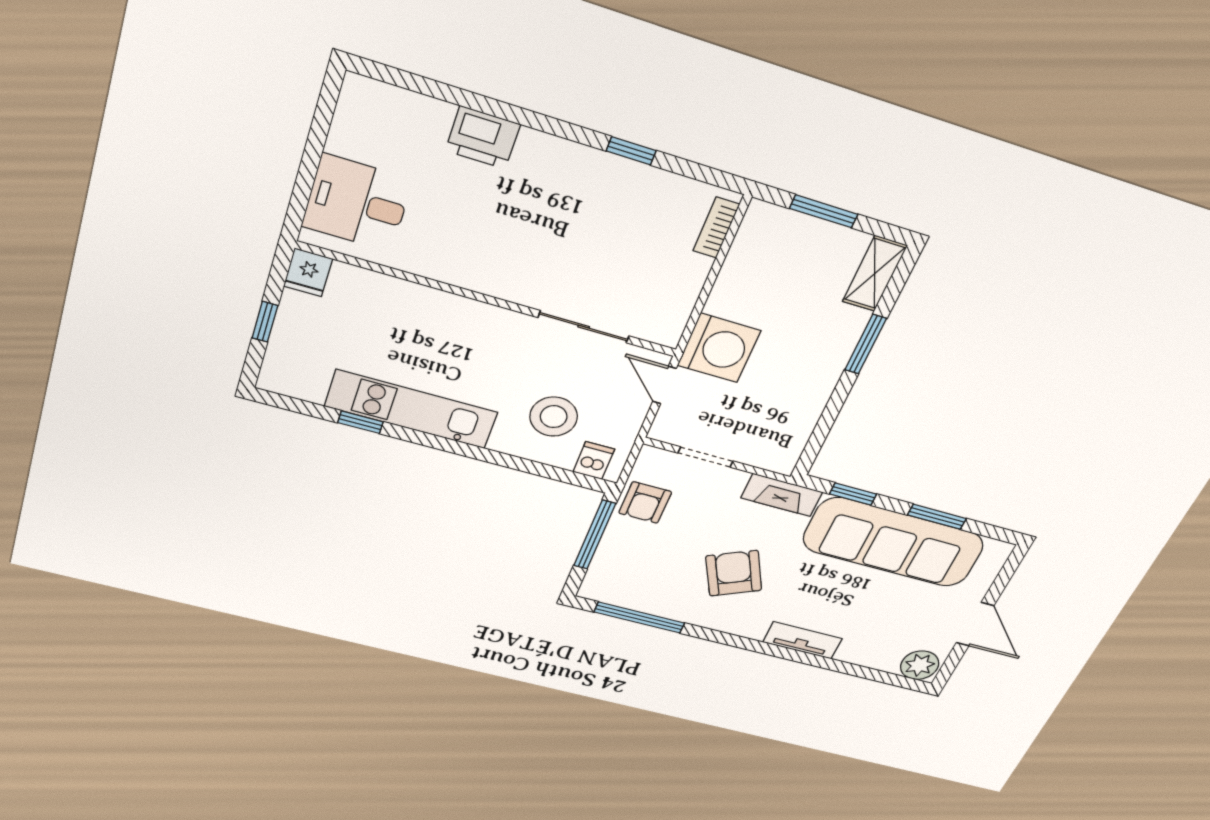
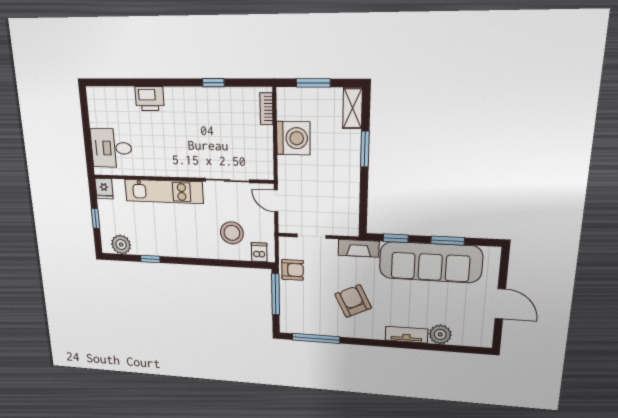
washing machine: (719, 348) -> (293, 138), moved
plant: (305, 382) -> (121, 244), added
kitchen unit: (411, 409) -> (164, 191), moved, turned 180
armchair: (645, 502) -> (293, 270), turned -90
plant: (920, 665) -> (440, 334), moved

